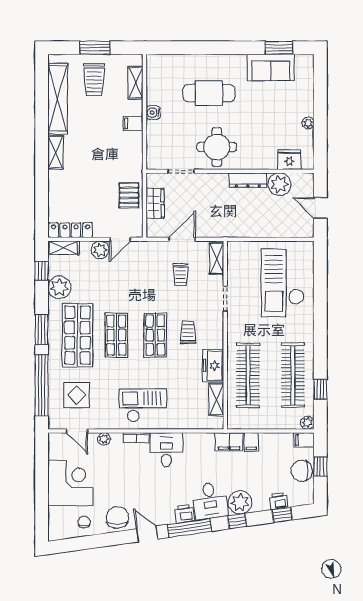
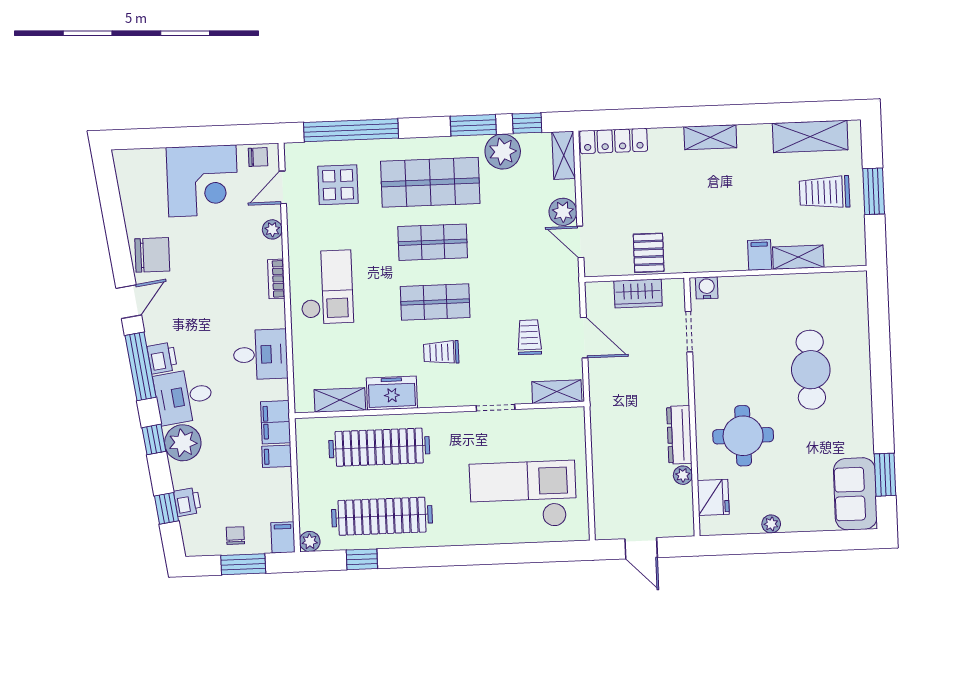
sofa: (271, 68) -> (855, 494), moved
shelving: (136, 83) -> (798, 257), moved
shelving: (58, 99) -> (810, 136), width x0.68
water cooler: (153, 113) -> (707, 288), moved
round table: (217, 147) -> (743, 436), moved
plant: (279, 184) -> (683, 475), width x0.53, depth x0.53
pallet: (129, 195) -> (649, 253), turned 90
door: (320, 208) -> (641, 548), swing flipped
locker: (71, 230) -> (614, 141), moved, turned 90
trolley: (181, 275) -> (529, 337), turned 90
window: (42, 330) -> (473, 125), moved
trolley: (188, 332) -> (441, 352), turned 180
desk: (166, 450) -> (260, 354), moved
window: (320, 466) -> (243, 564), width x1.50
chair: (302, 471) -> (235, 536), width x0.54, depth x0.54
chair: (84, 522) -> (258, 157), moved

